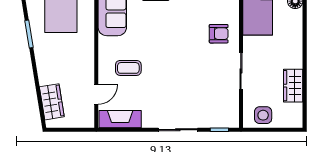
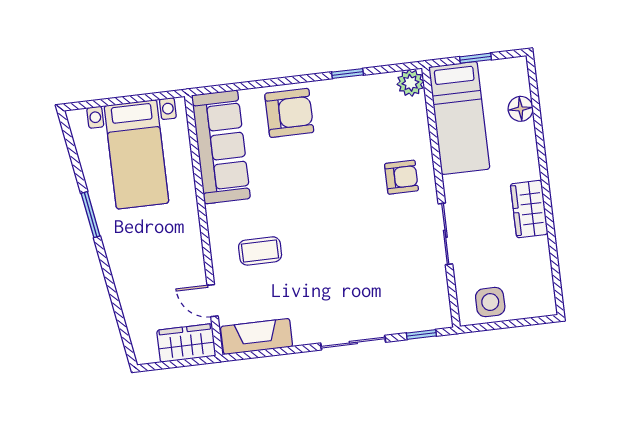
wardrobe: (293, 86) -> (529, 209), moved
door: (96, 94) -> (213, 301), swing flipped
wardrobe: (52, 102) -> (186, 343), moved, turned -81

